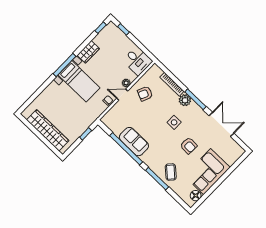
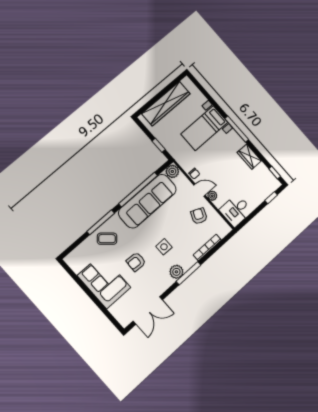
bed with nightstands: (79, 81) -> (204, 128), moved
door: (122, 95) -> (200, 190), hinge flipped
plant: (185, 100) -> (176, 272), moved
plant: (108, 120) -> (172, 171), added
double door: (221, 124) -> (148, 310), moved
sofa: (134, 142) -> (147, 201), width x1.85, depth x1.27
floor lamp: (196, 196) -> (77, 266), removed

